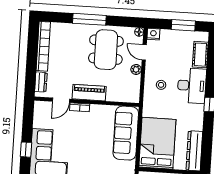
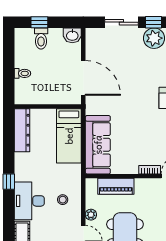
piano: (89, 93) -> (116, 186), moved
bed: (157, 143) -> (69, 136), width x0.67

